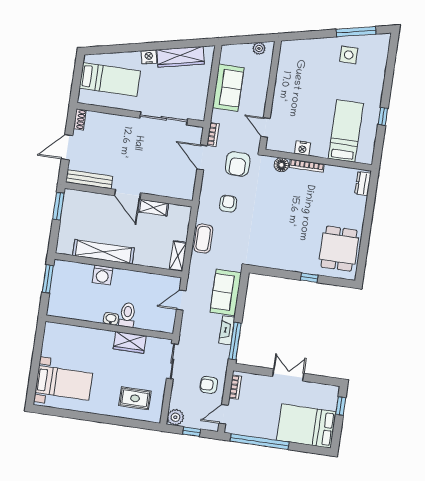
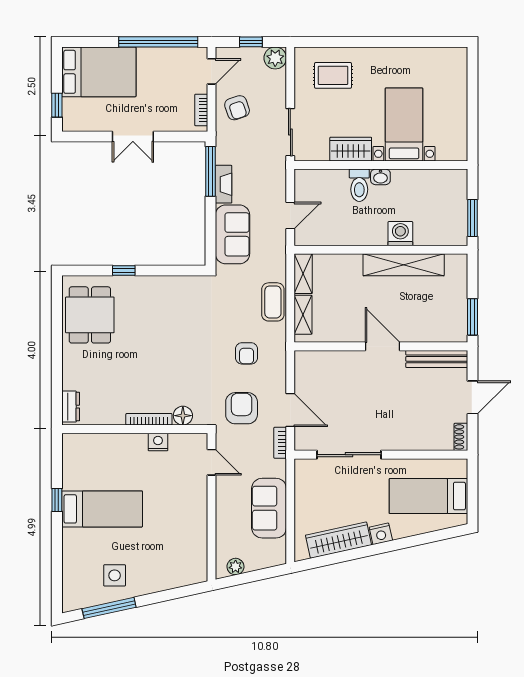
bed: (346, 131) -> (102, 509), moved, turned -90
shelving: (153, 208) -> (303, 315), moved, turned 90
bed with nightstands: (64, 383) -> (404, 124), moved, turned 90
armchair: (209, 385) -> (237, 108), turned 71

